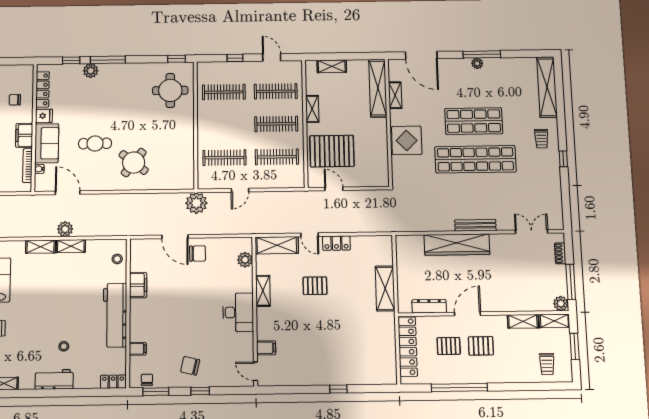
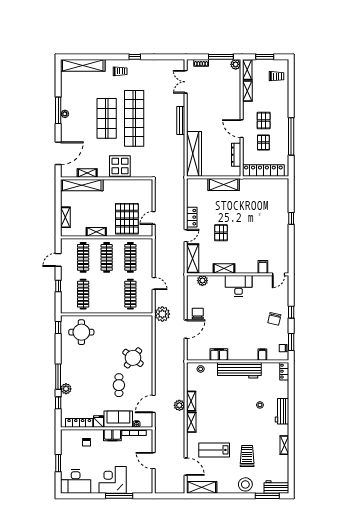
wardrobe: (457, 245) -> (194, 154), moved

